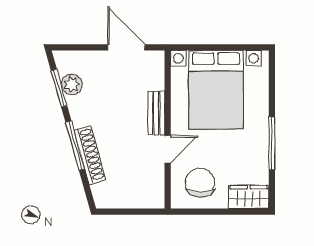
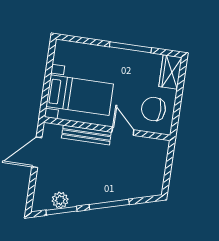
bed with nightstands: (216, 90) -> (80, 95), width x0.73
bench: (156, 113) -> (86, 135), width x1.36
shoe rack: (90, 155) -> (118, 194), removed

